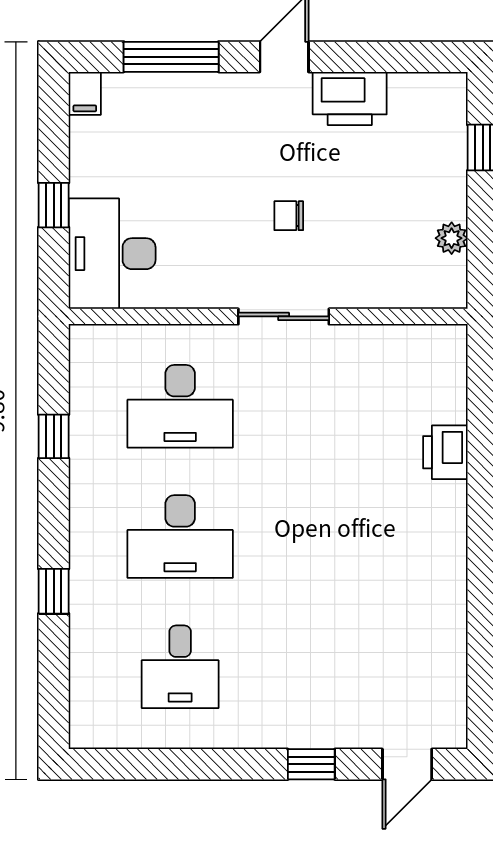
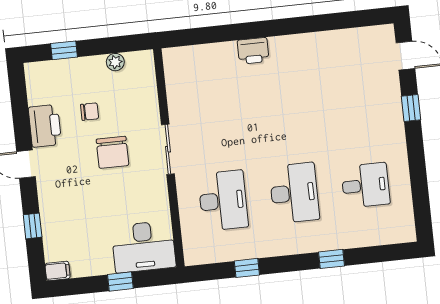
window: (171, 57) -> (33, 226), width x0.46
chair: (367, 182) -> (90, 112), added
chair: (289, 216) -> (112, 152), width x1.87, depth x1.87
printer: (445, 452) -> (253, 51), moved

